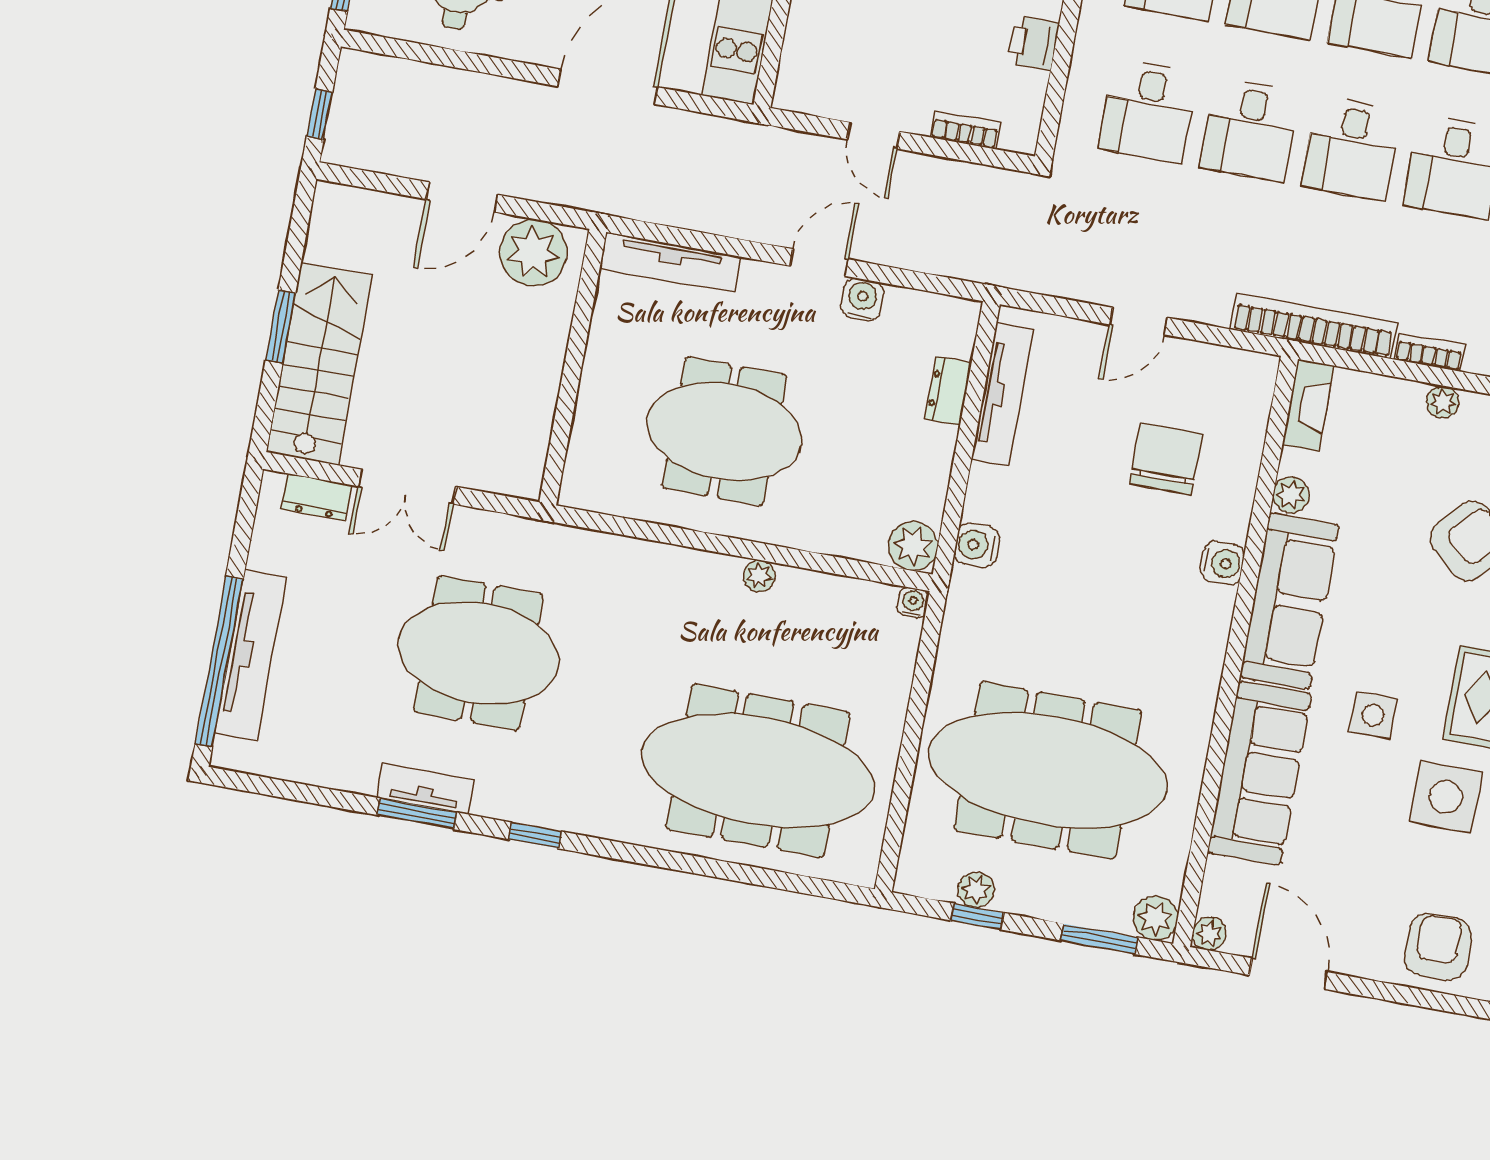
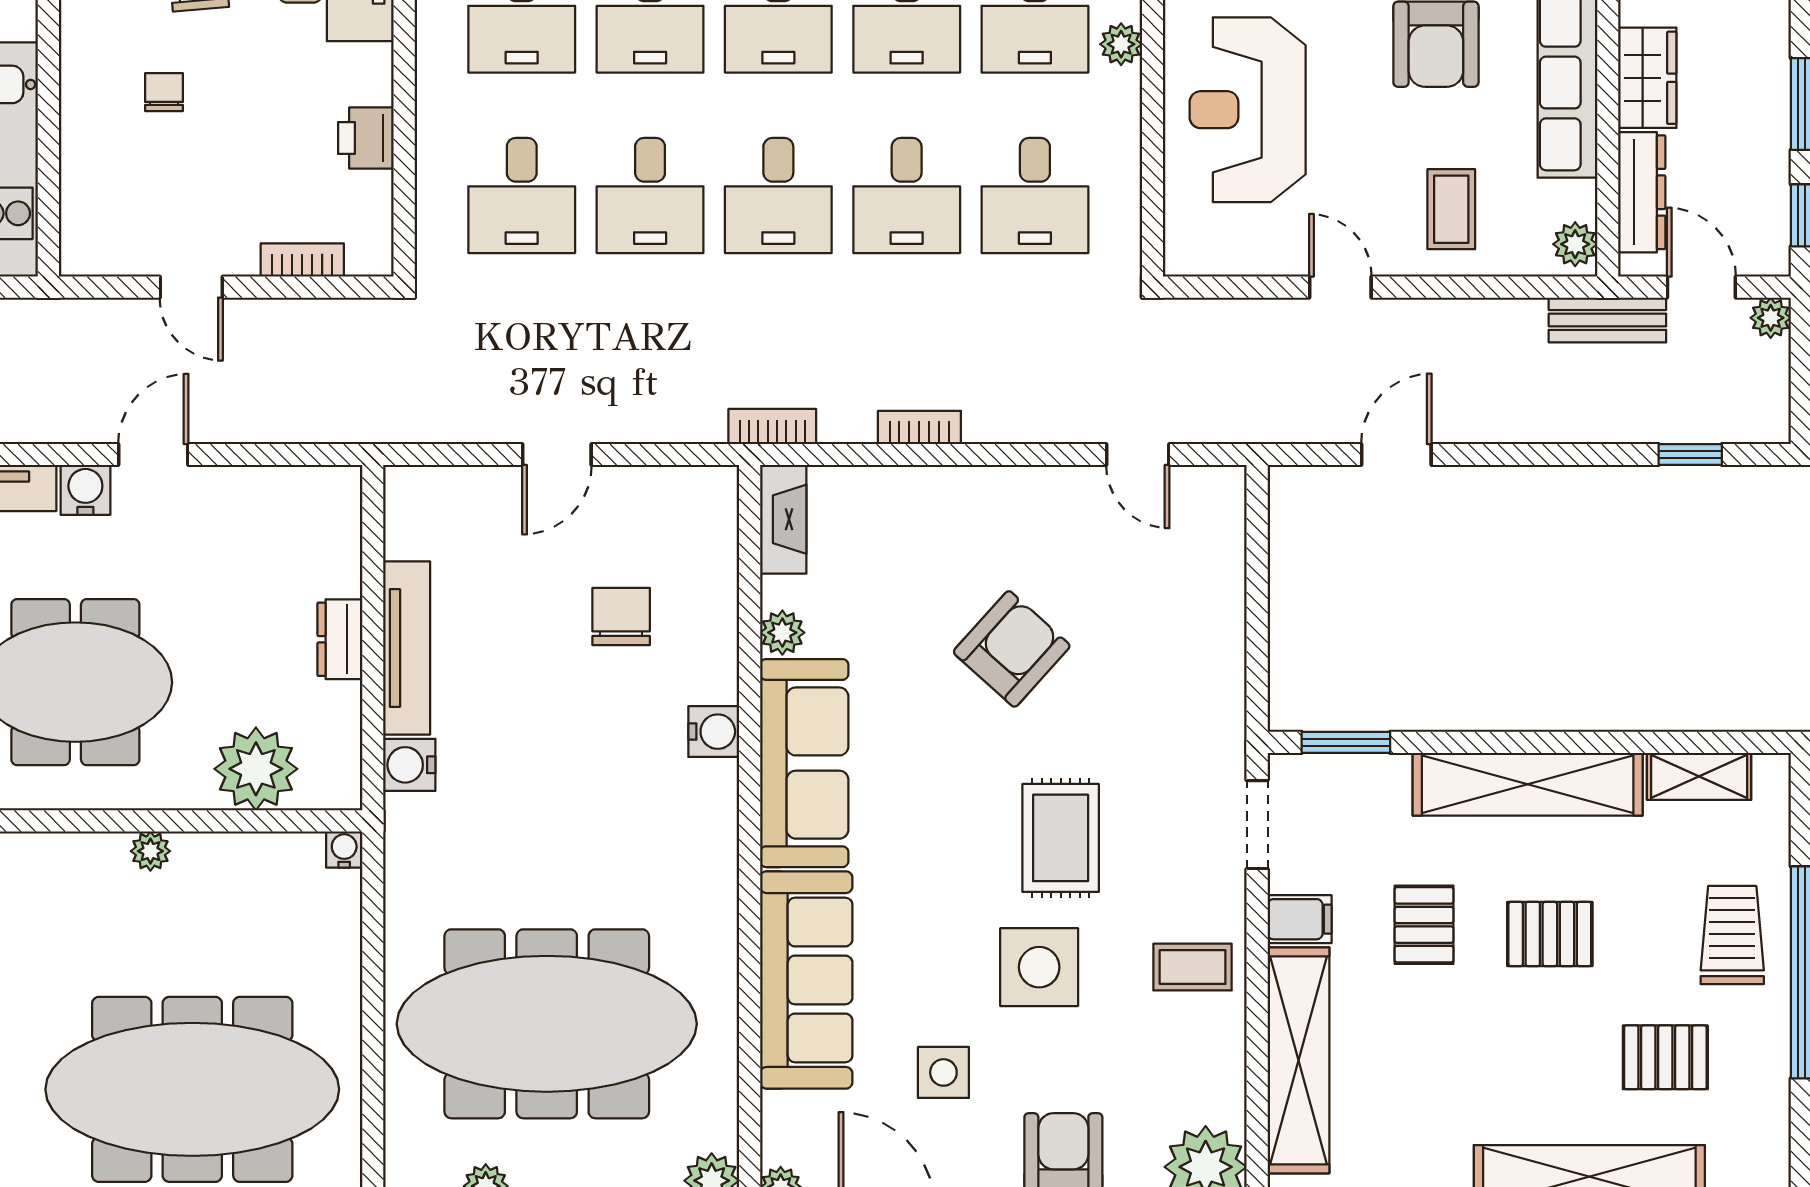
water cooler: (862, 299) -> (85, 490), moved
bookcase: (1314, 326) -> (772, 427), width x0.43, depth x0.76
dresser: (948, 391) -> (340, 639), moved
tv unit: (1002, 395) -> (407, 648), moved
plant: (1443, 402) -> (947, 485), removed
chair: (1166, 459) -> (621, 616), width x0.73, depth x0.73
plant: (913, 546) -> (256, 769), moved, width x1.36, depth x1.36
side table: (1373, 715) -> (943, 1072), moved

